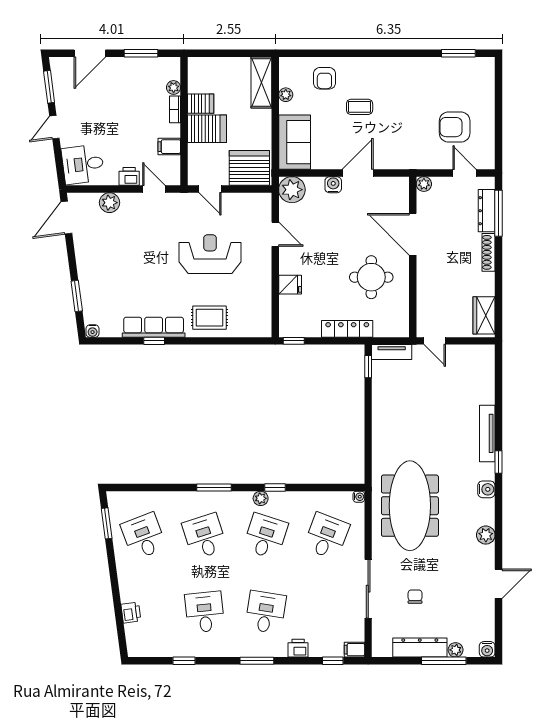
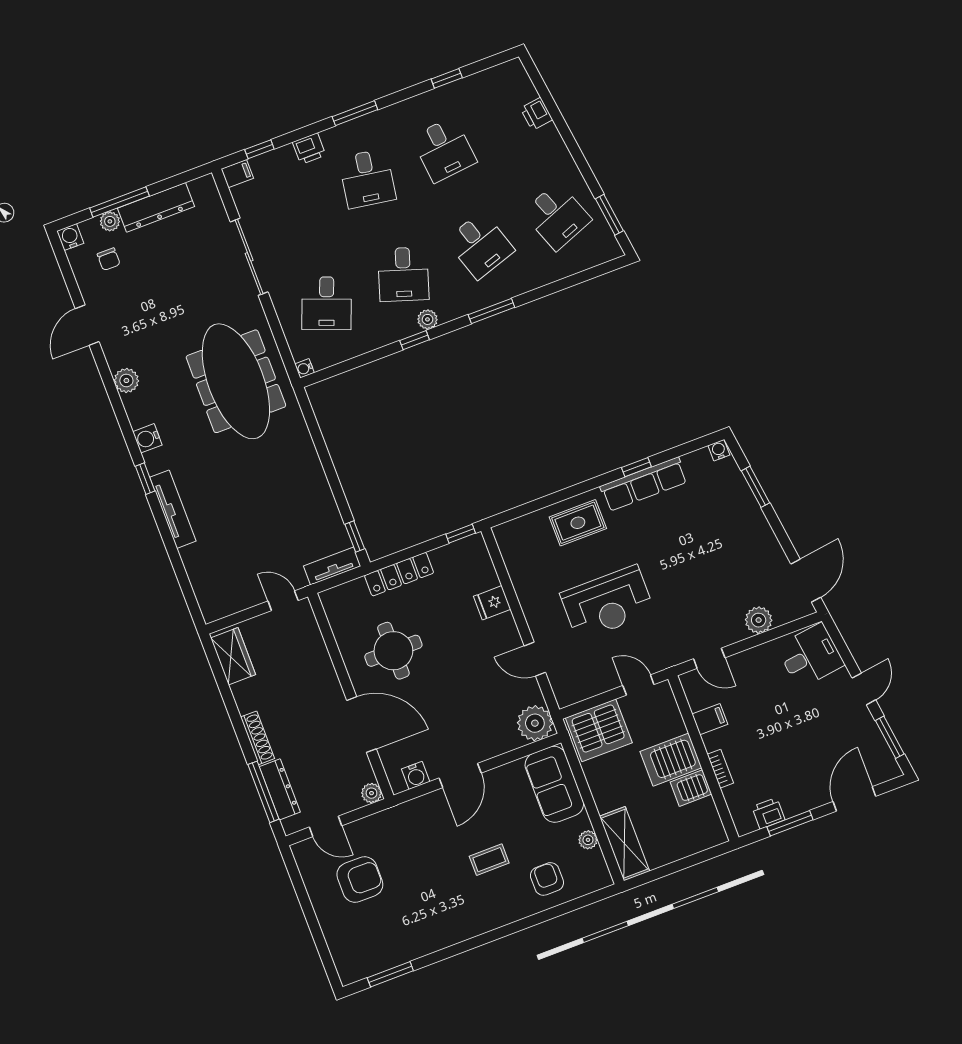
plant: (174, 87) -> (733, 796), removed
printer: (129, 176) -> (768, 813), moved, turned 180
water cooler: (333, 185) -> (416, 775), moved
chair: (415, 597) -> (109, 259), moved

